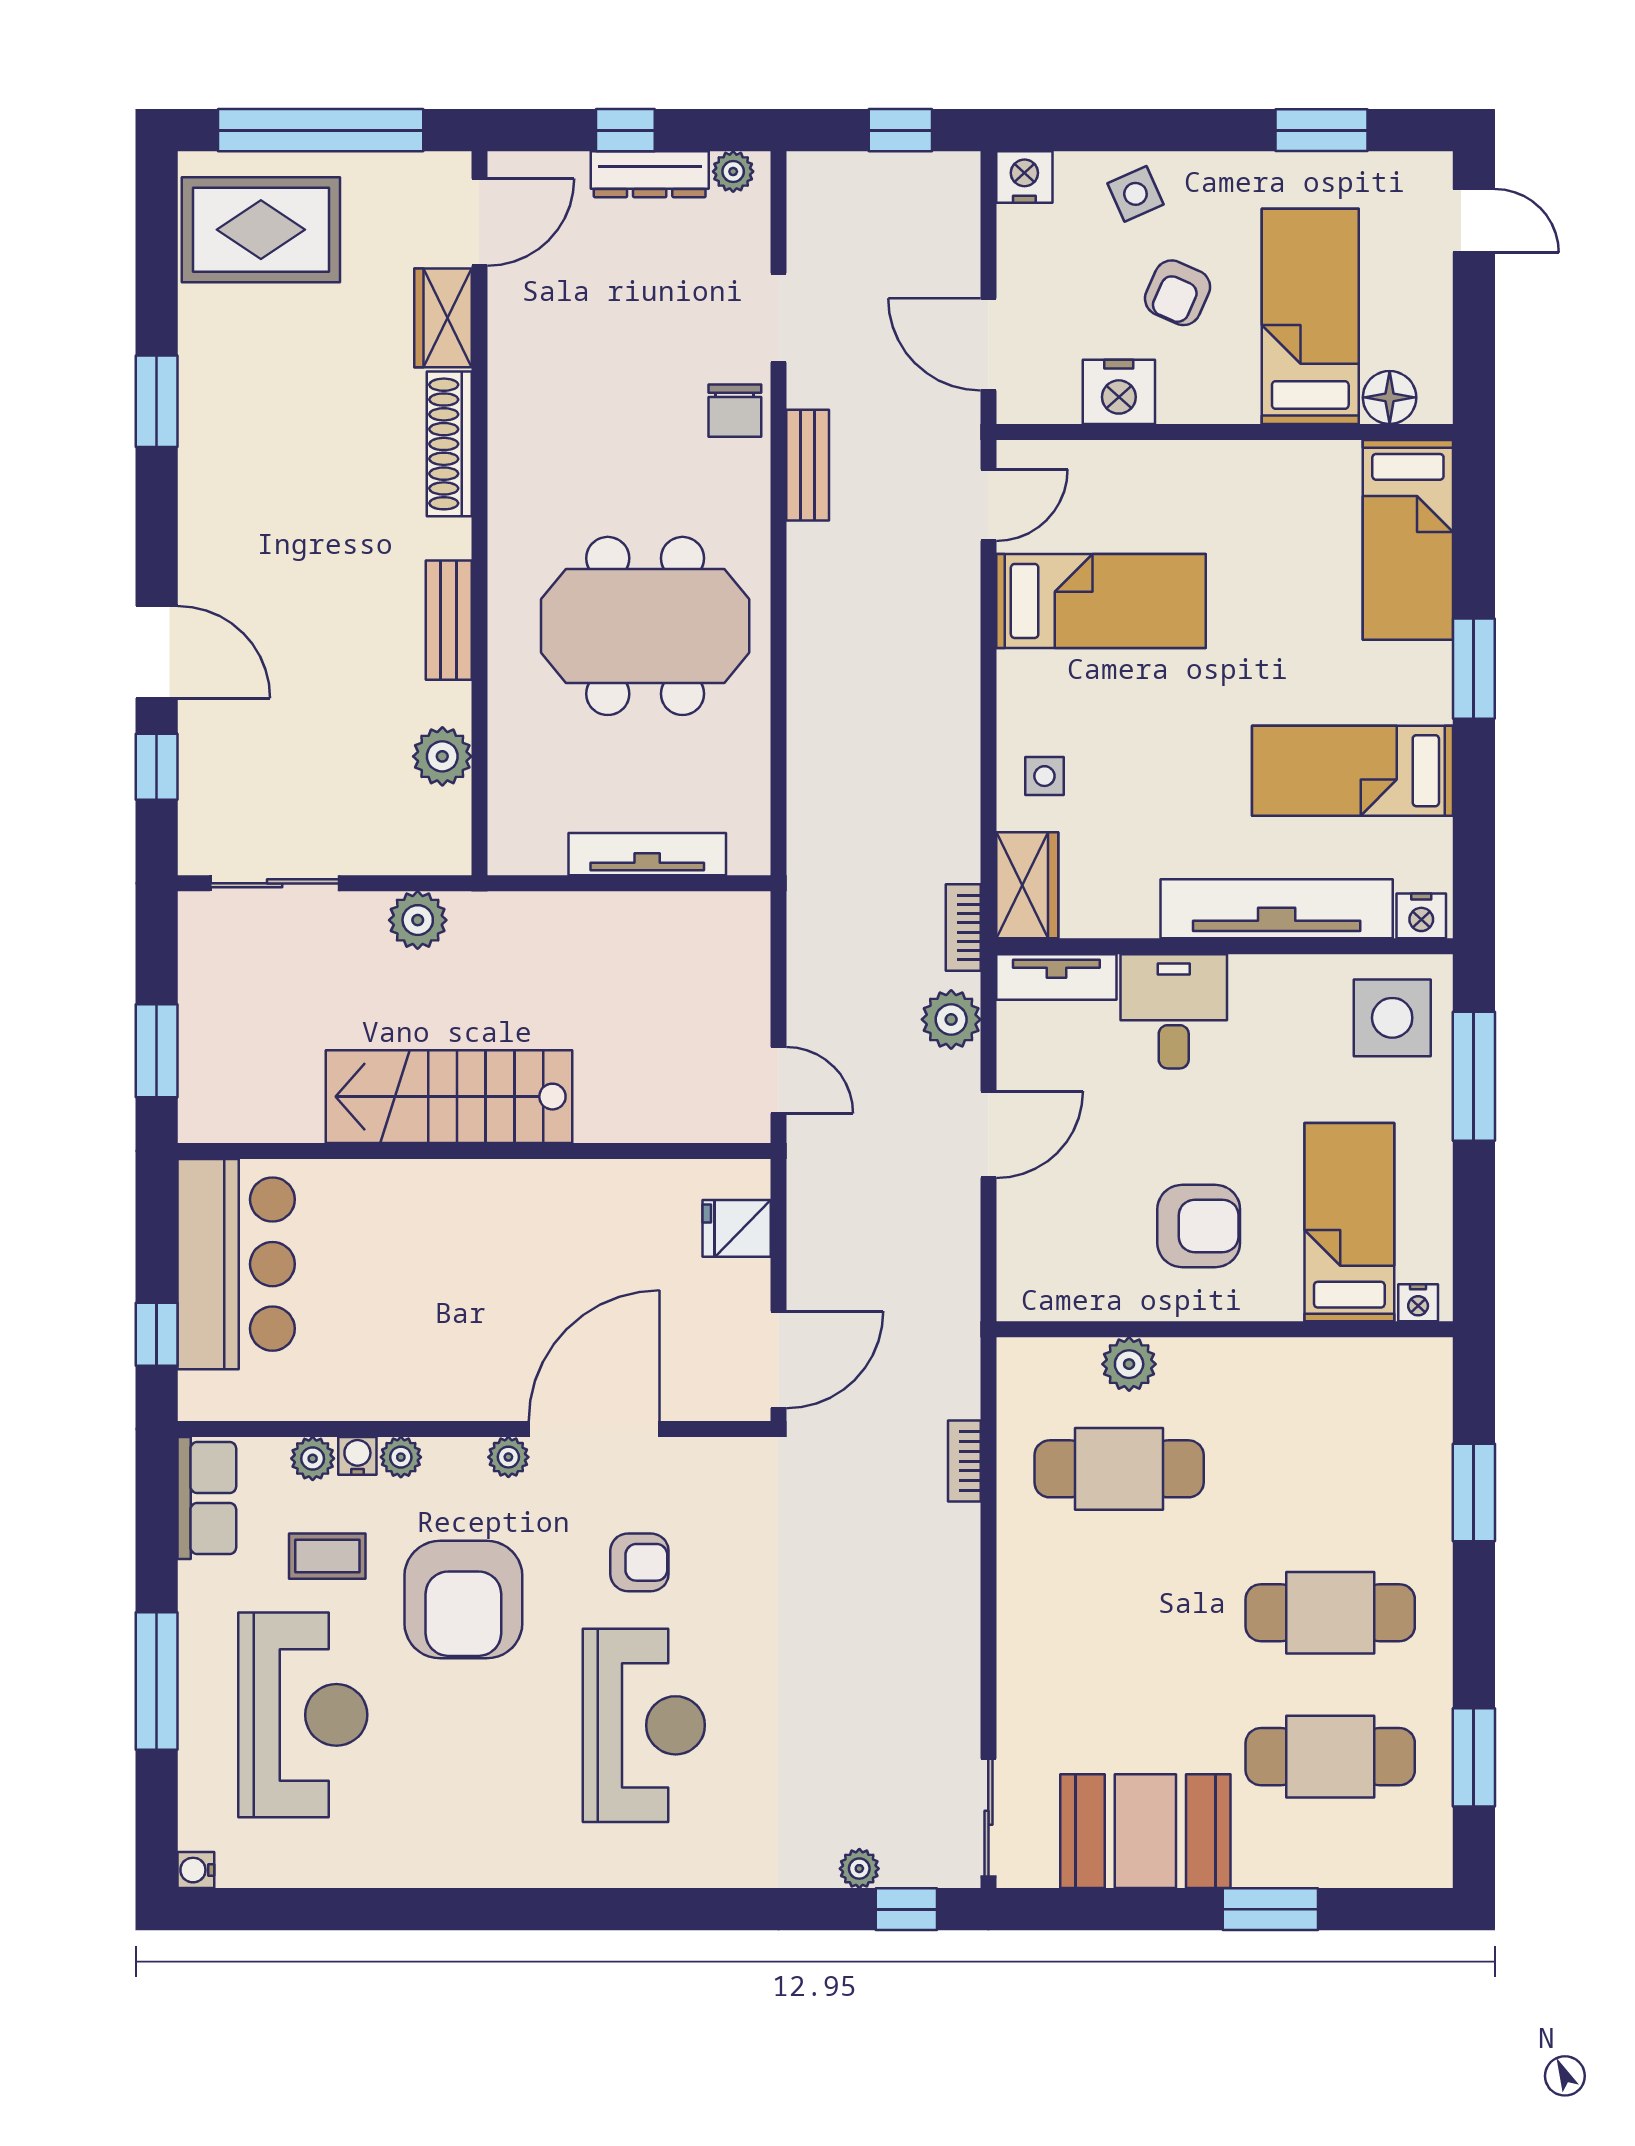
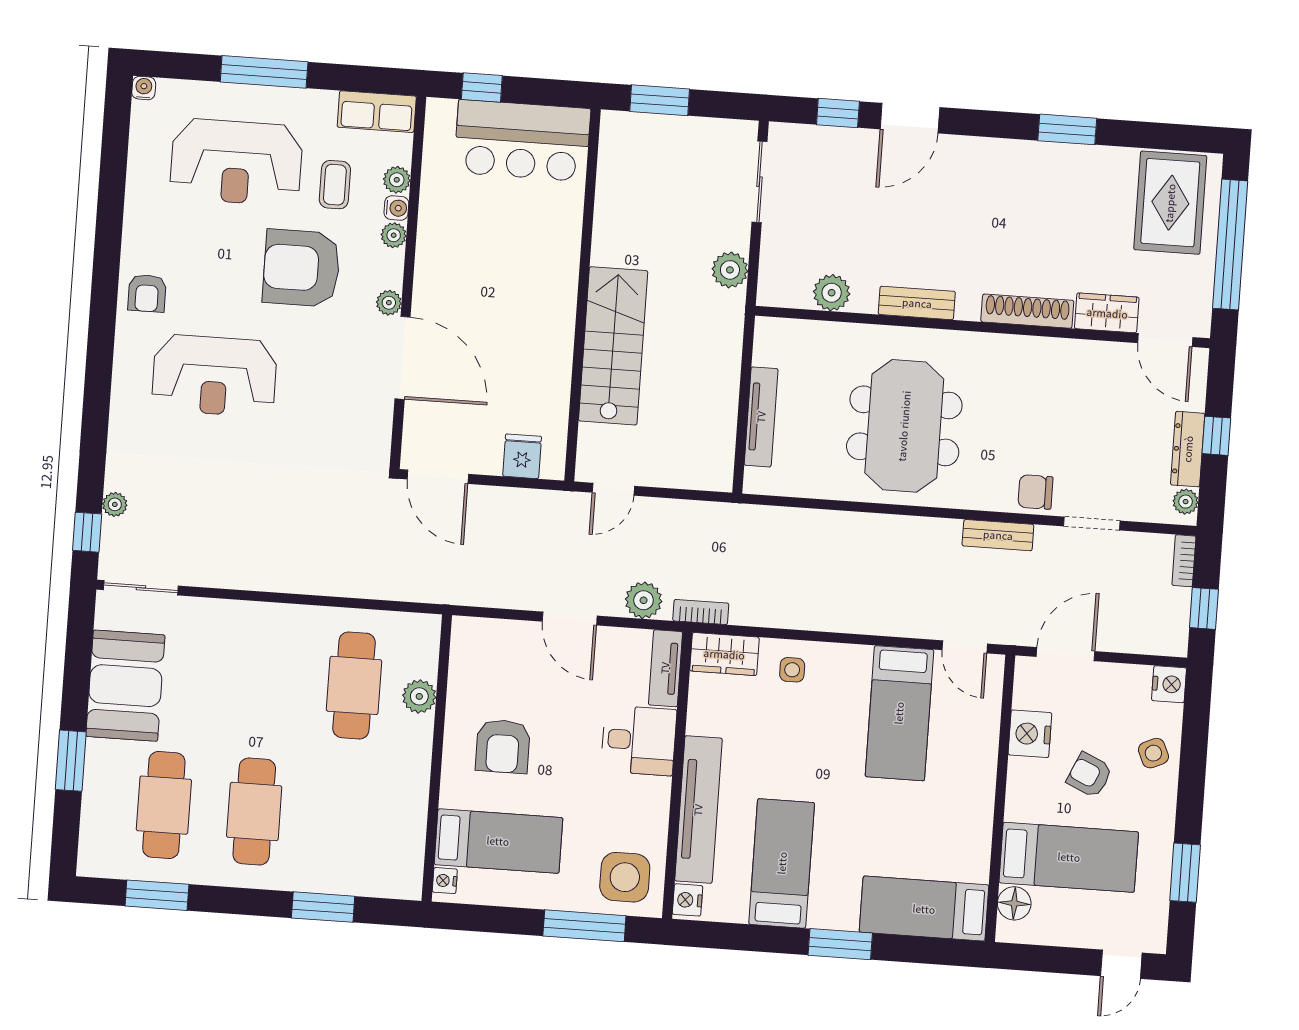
stairs: (449, 1097) -> (613, 346), moved
bookcase: (964, 1461) -> (1184, 561), moved, turned -90
armchair: (639, 1562) -> (147, 293), moved

